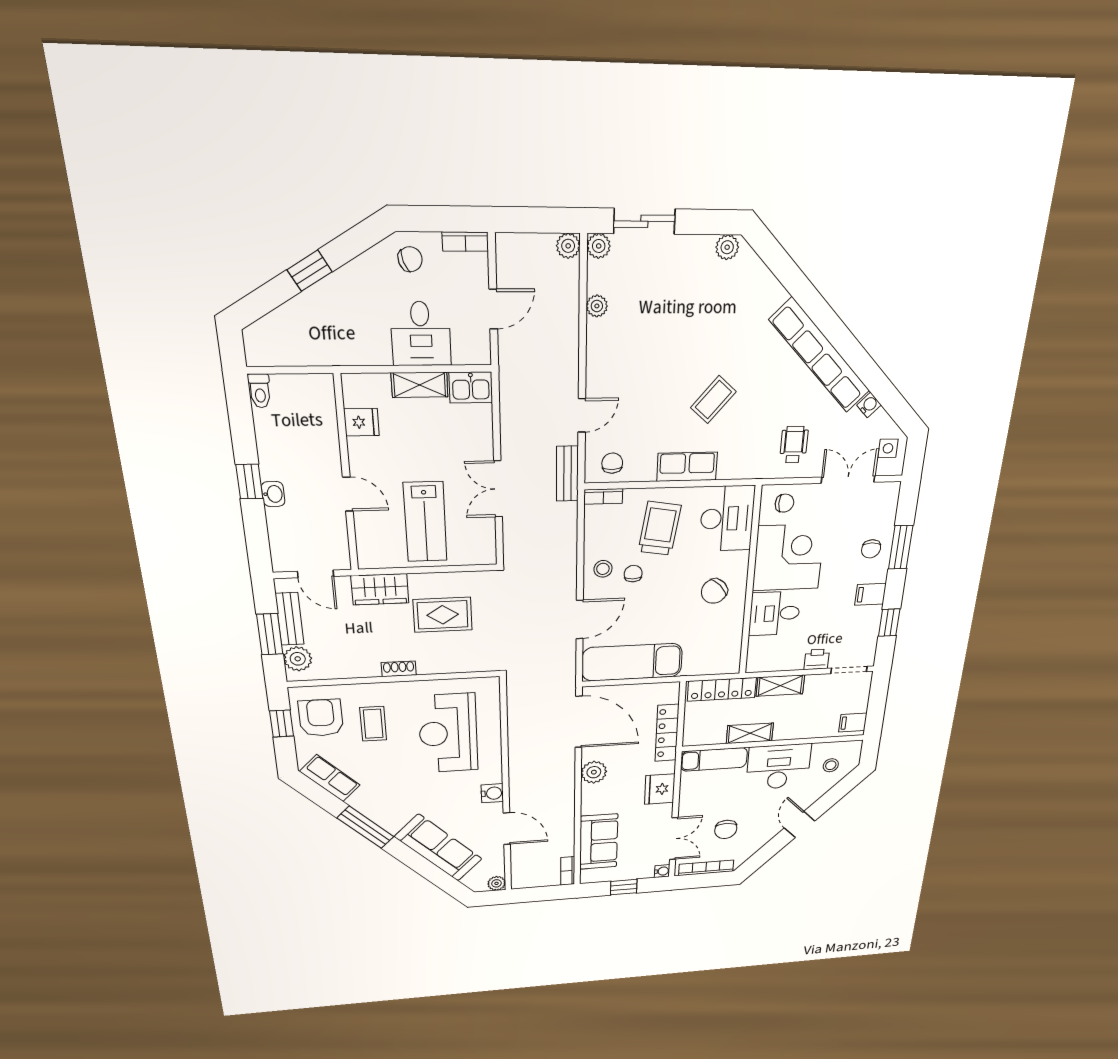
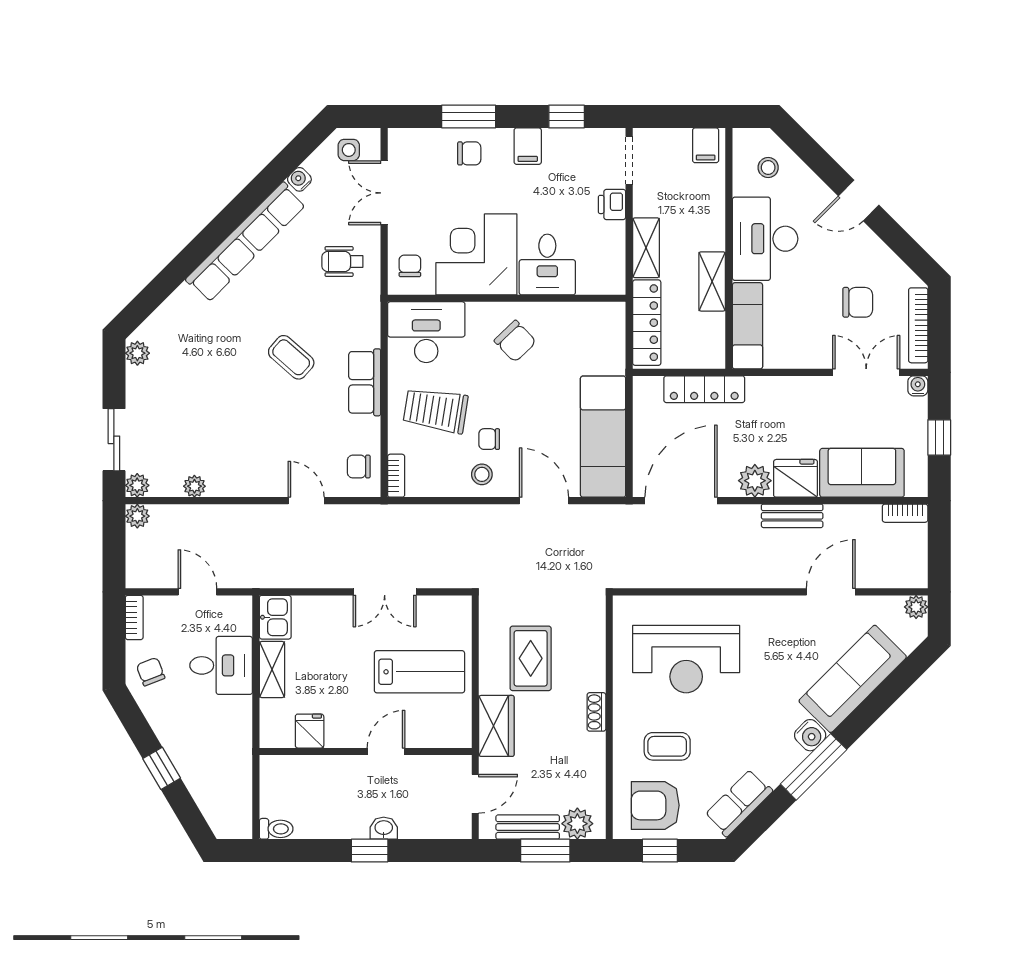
bench: (567, 474) -> (792, 516), moved
fridge: (660, 789) -> (796, 478), moved, turned 180
water cooler: (492, 793) -> (810, 735), moved, turned 135

